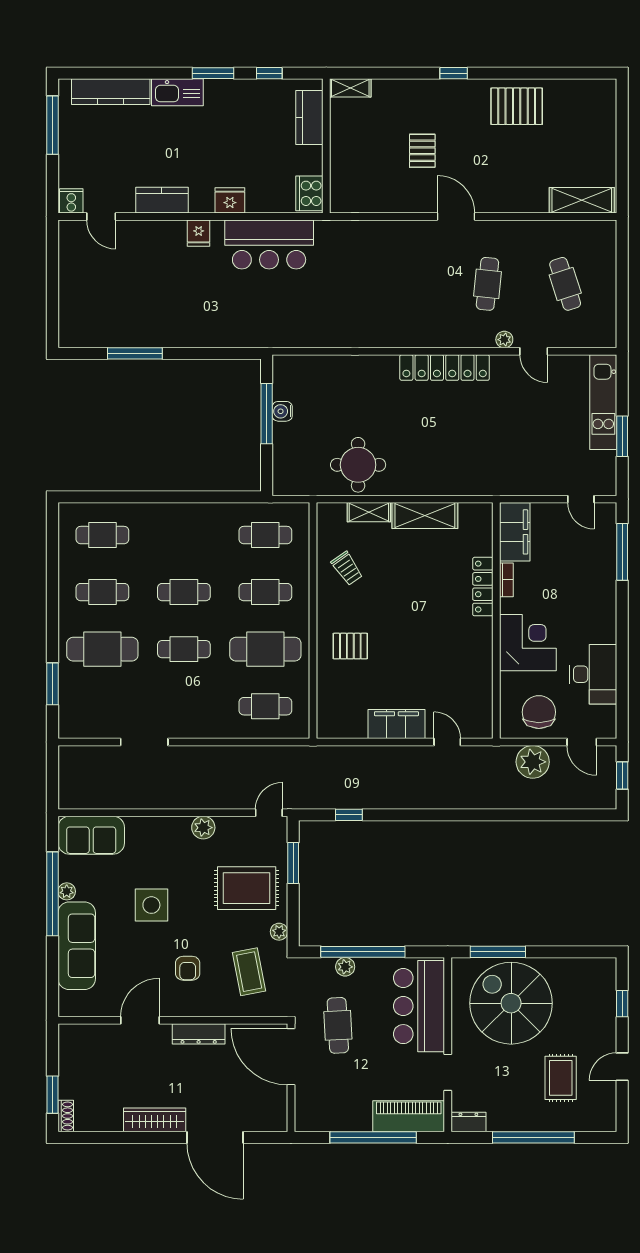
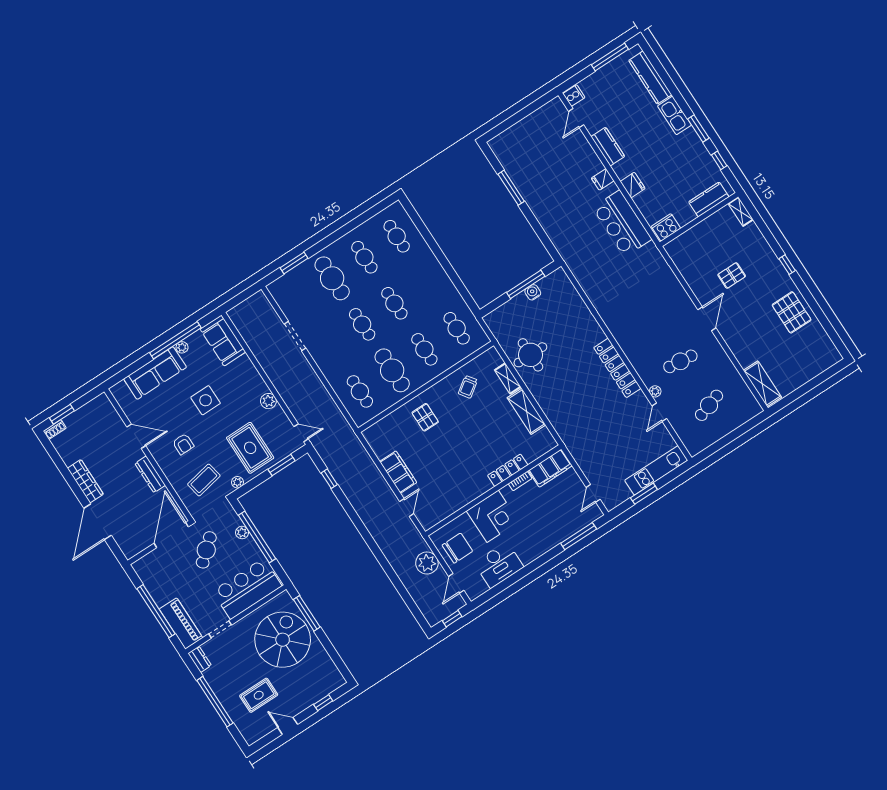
armchair: (188, 968) -> (183, 444), turned -90
cafe table: (338, 1025) -> (206, 550), turned -38

